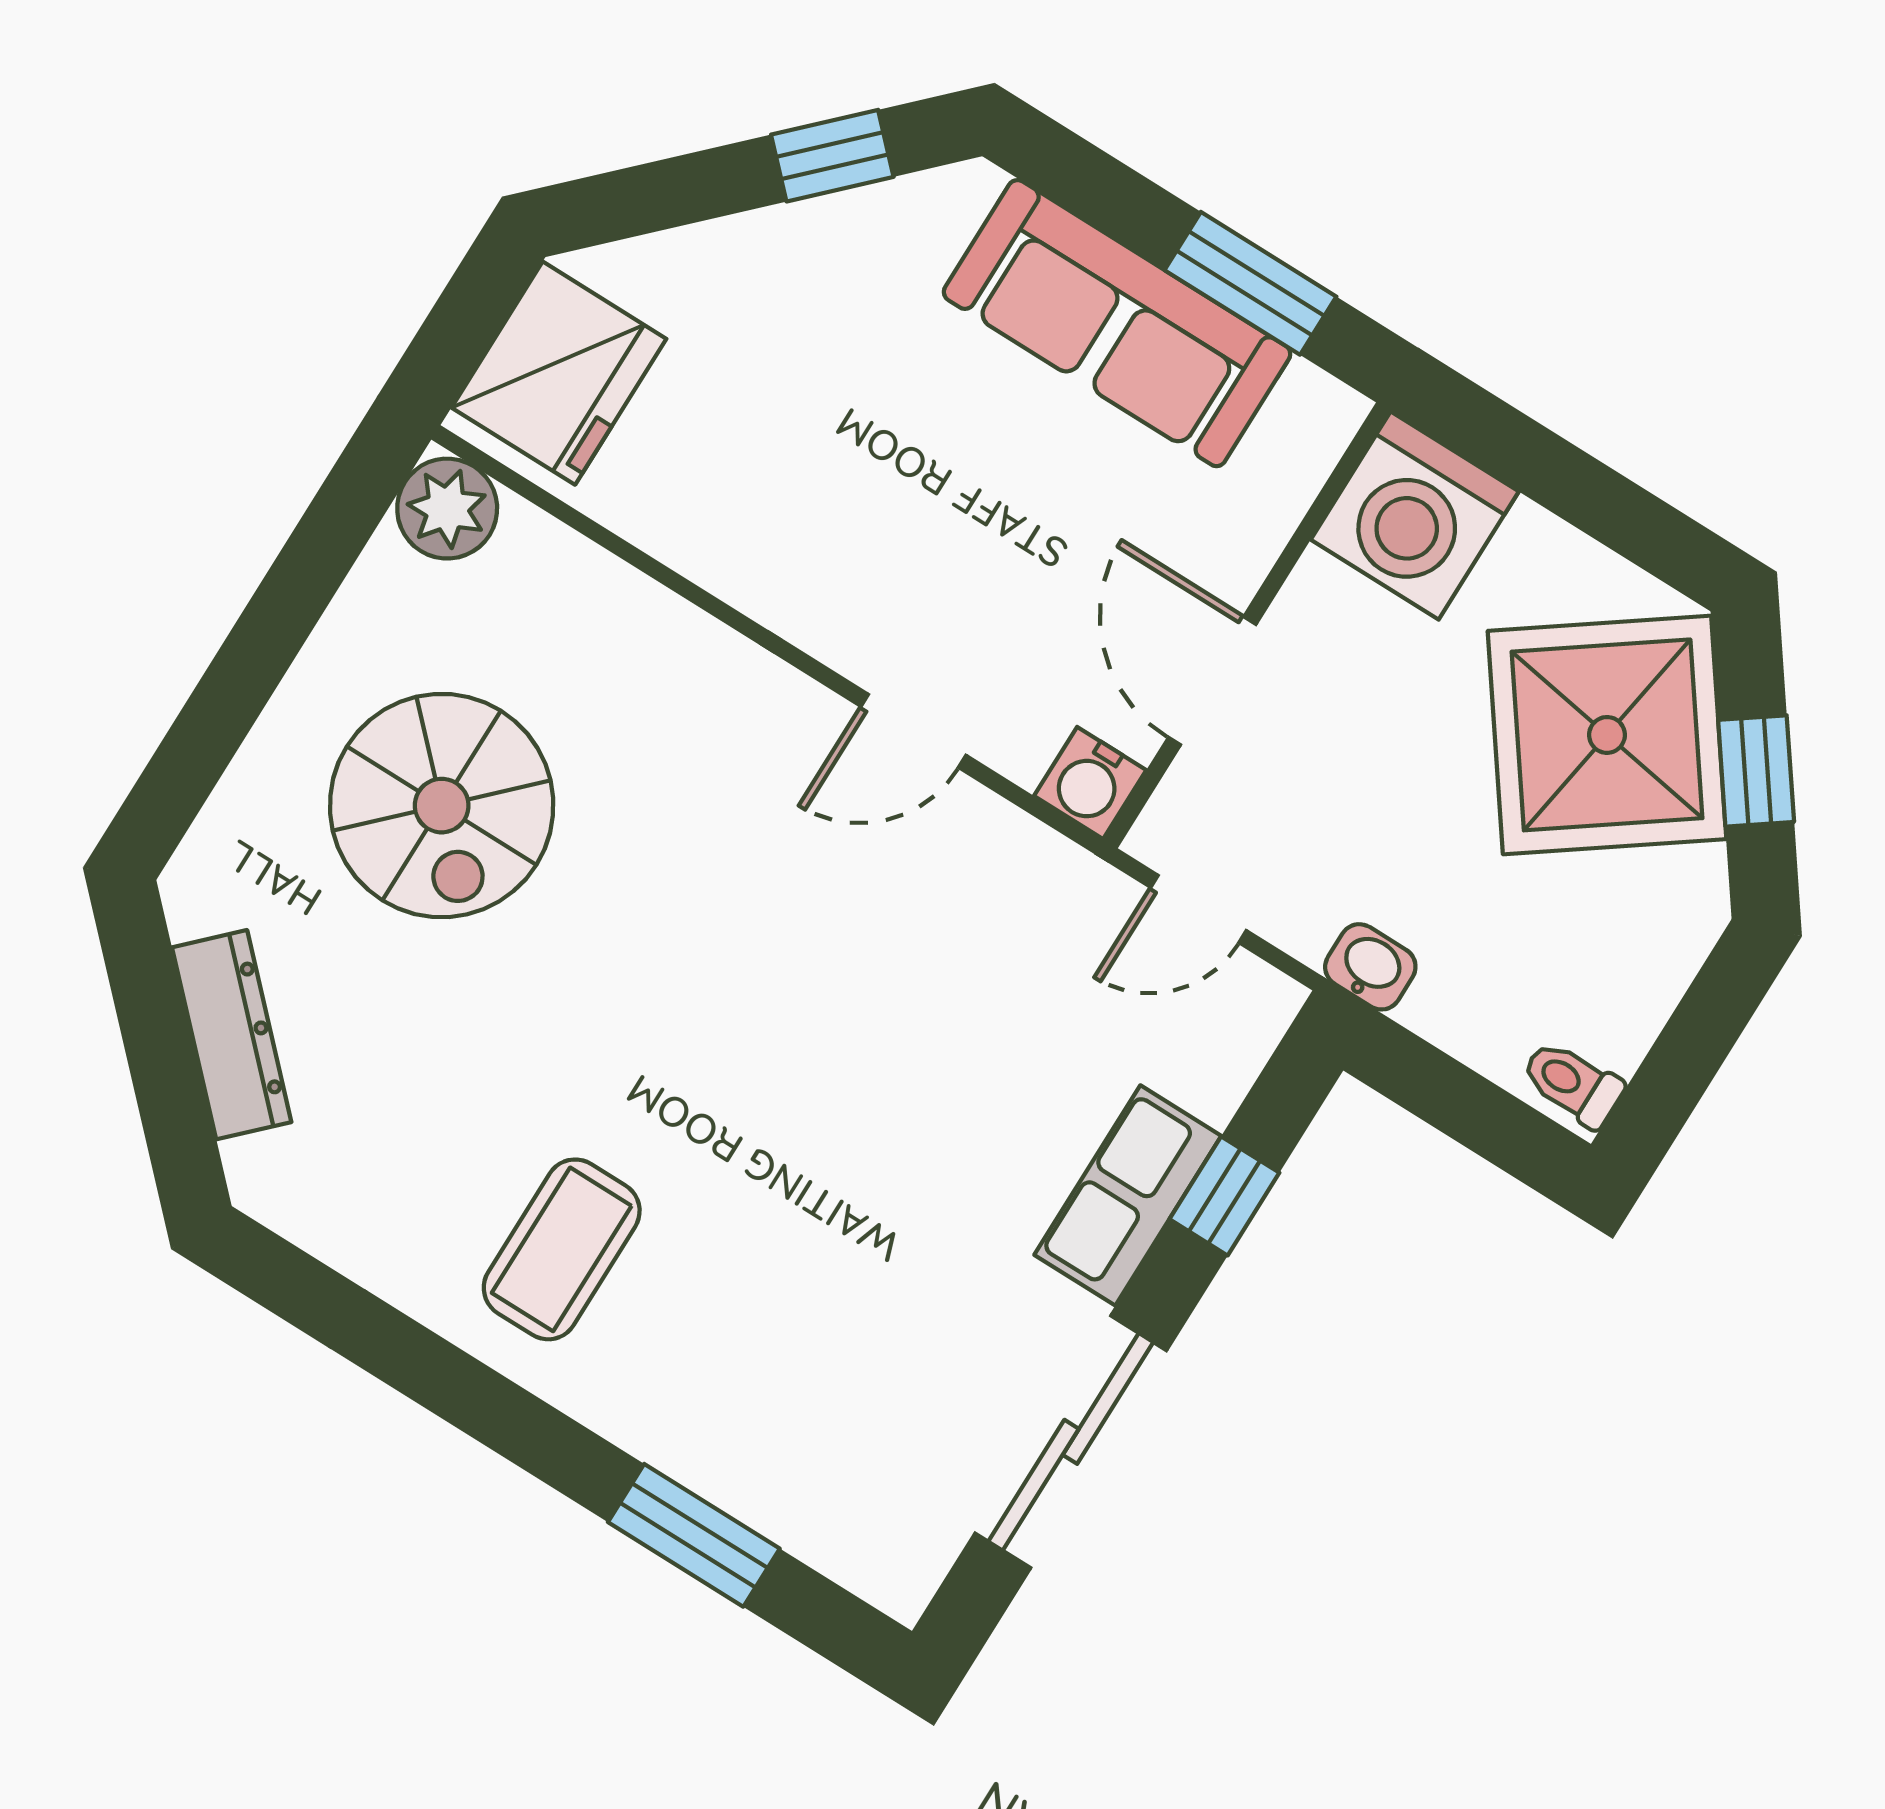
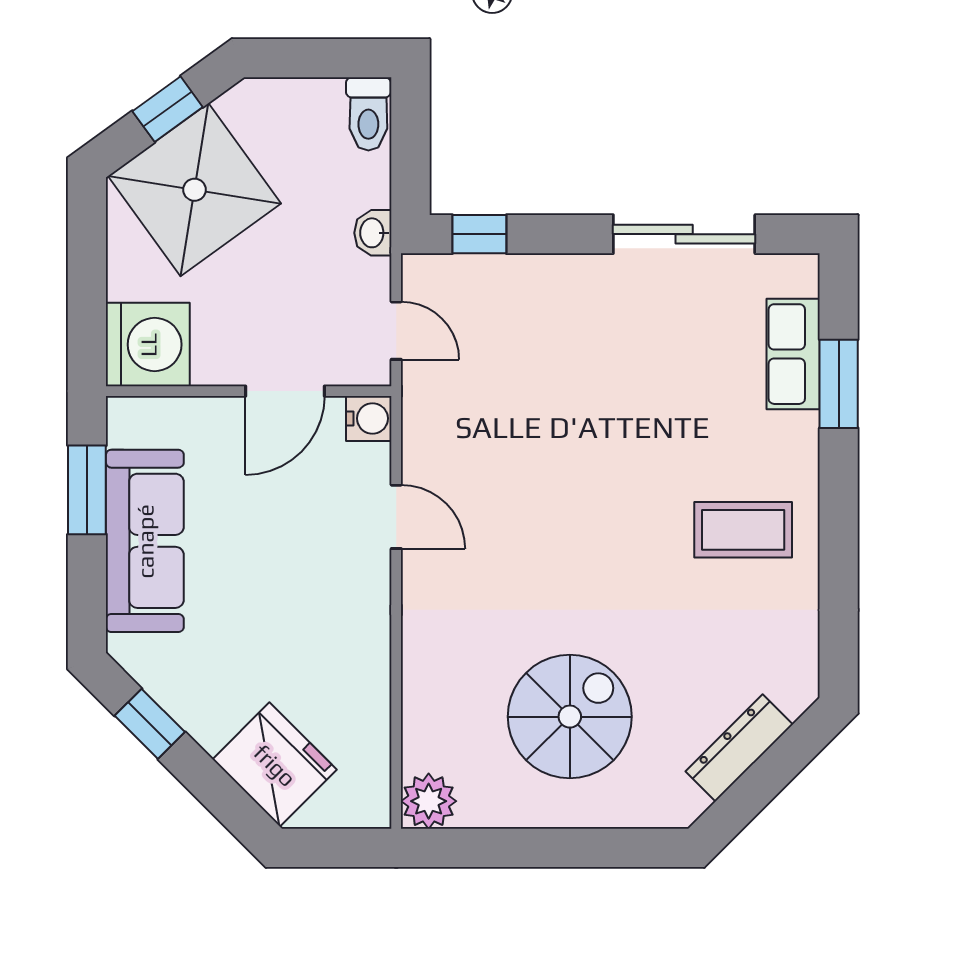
fridge: (559, 373) -> (275, 765), moved, turned 45
toilet: (1572, 1083) -> (368, 114), width x1.37, depth x1.39
row of seats: (1128, 1195) -> (793, 354), moved, turned 90
window: (1224, 1196) -> (479, 234), moved

